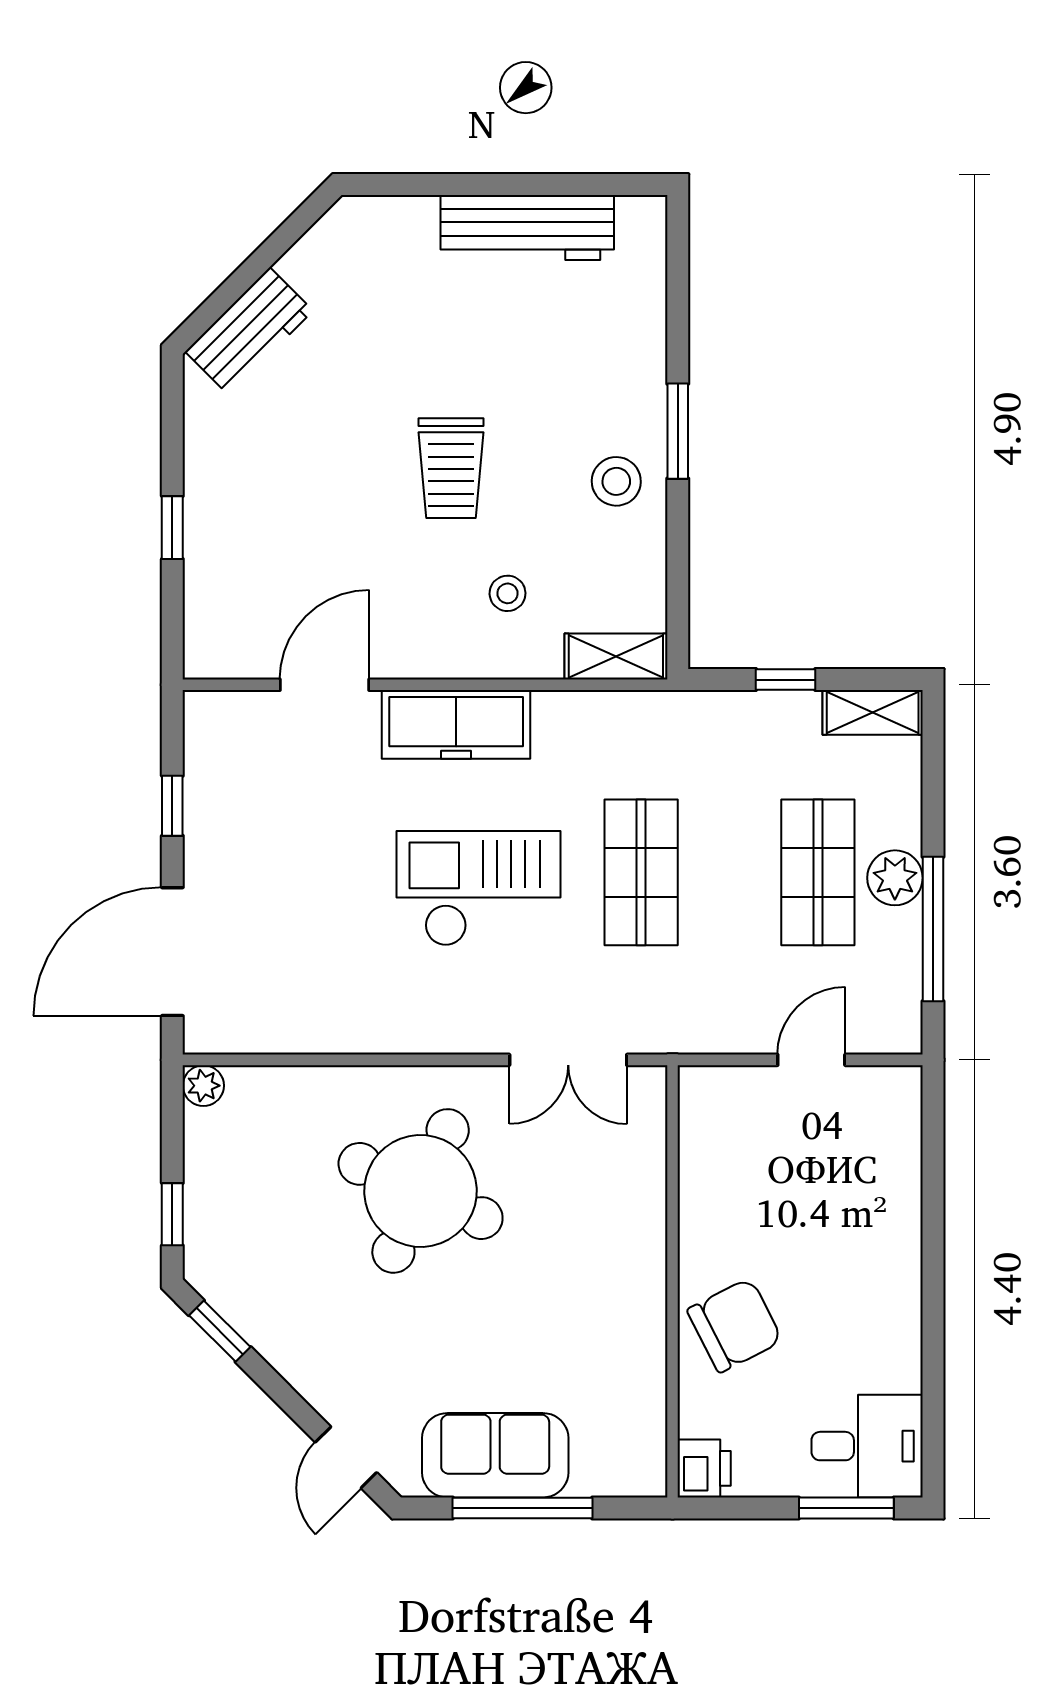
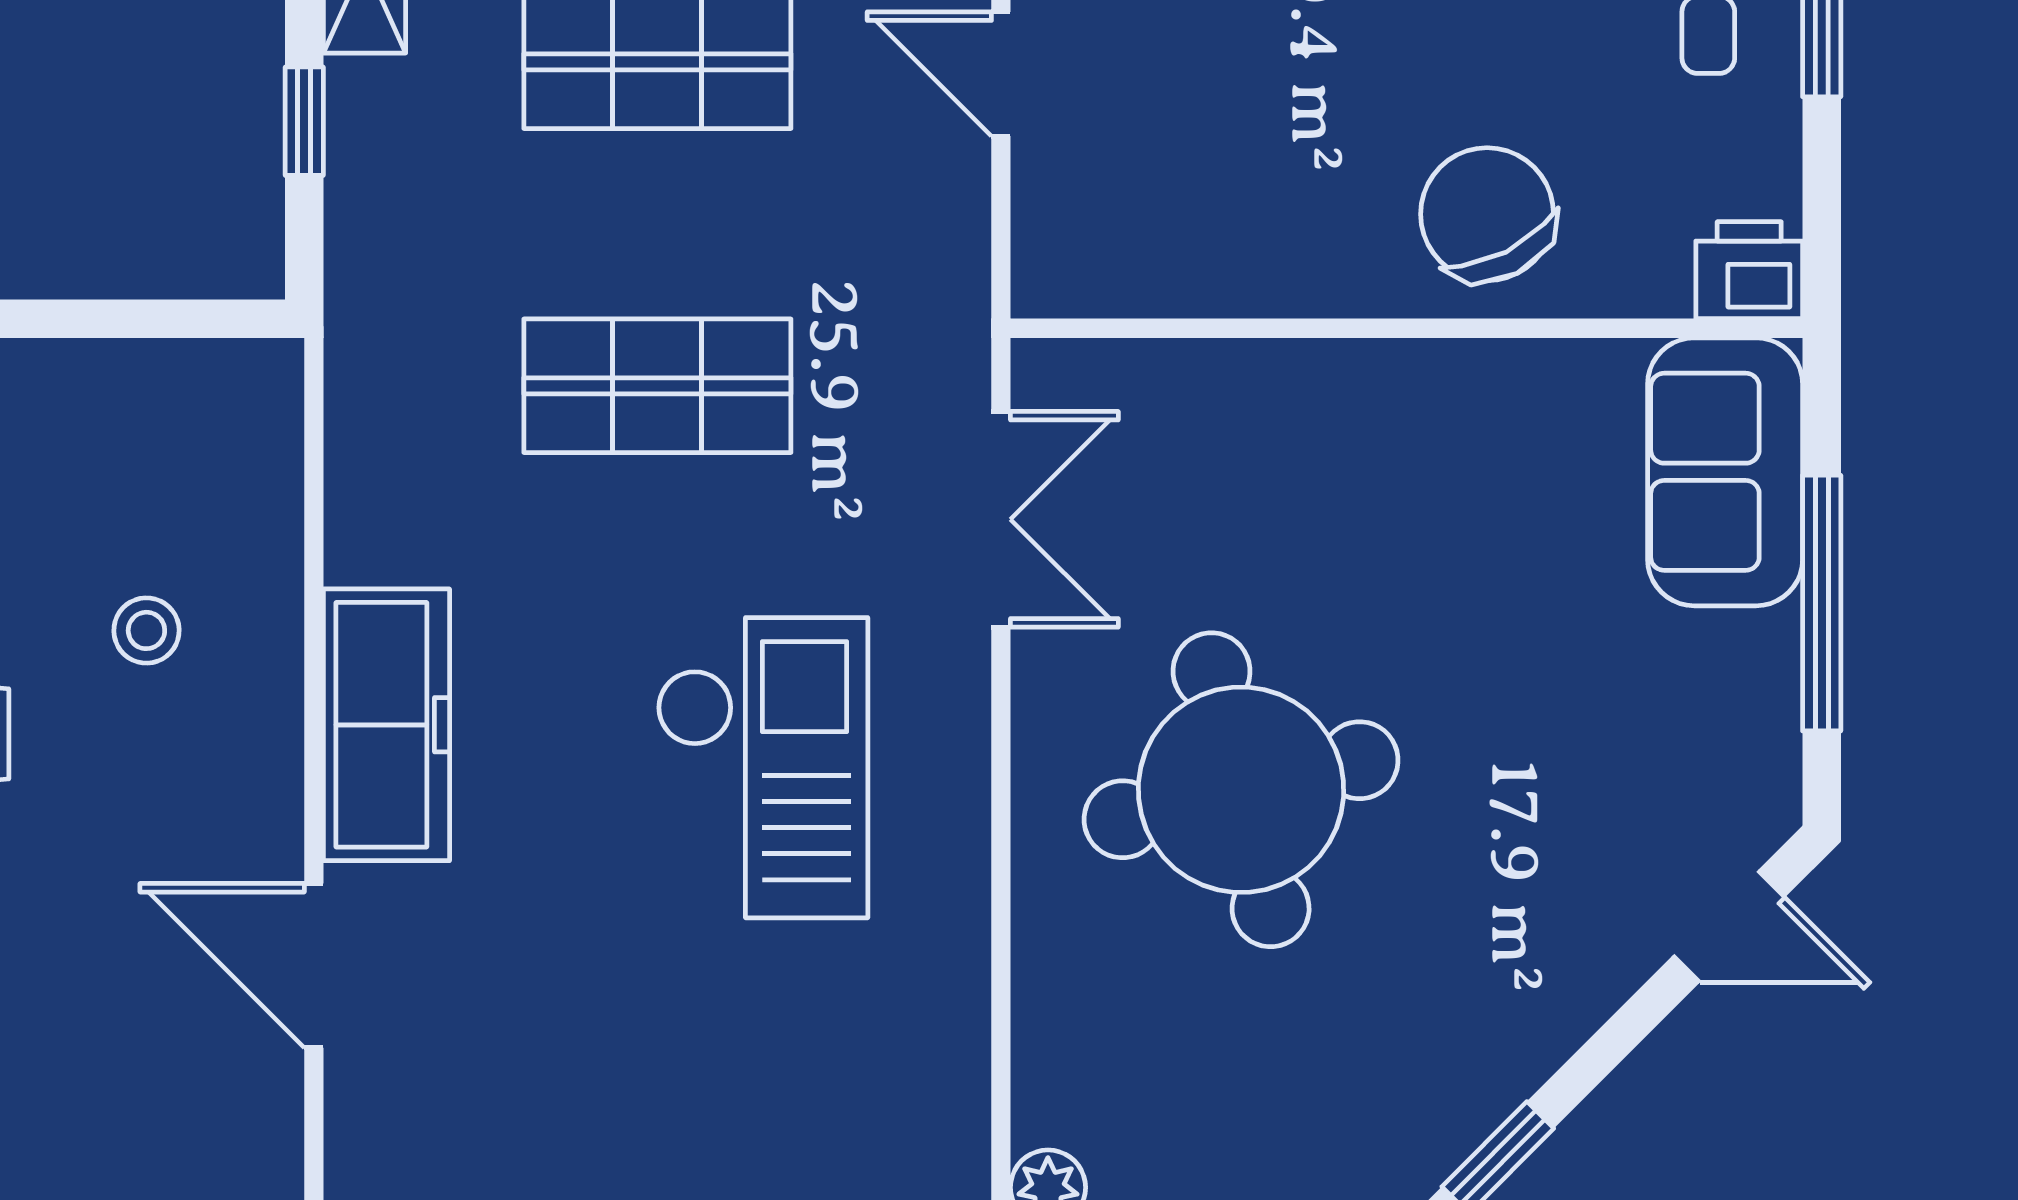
shelving: (616, 656) -> (262, 432), removed
checkout: (478, 888) -> (762, 768), moved, turned 180
round table: (421, 1191) -> (1241, 790), turned -38
sofa: (495, 1455) -> (1725, 472), moved

